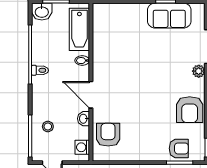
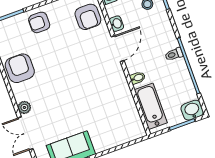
door: (91, 95) -> (118, 49), hinge flipped
armchair: (179, 148) -> (39, 22), moved

